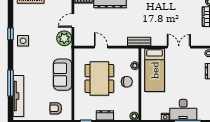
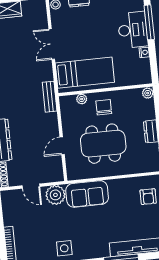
sofa: (62, 75) -> (87, 194), moved

